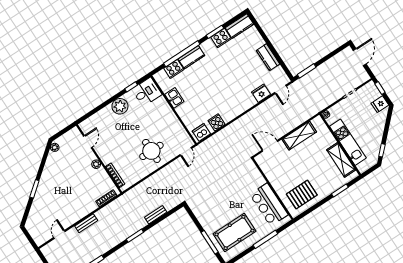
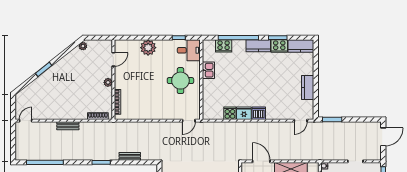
kitchen counter: (191, 57) -> (258, 46), moved
fridge: (261, 93) -> (244, 113), moved
plant: (120, 106) -> (148, 48), moved
dishwasher: (201, 132) -> (259, 113), moved
round table: (151, 151) -> (180, 81), moved
door: (59, 235) -> (26, 121), moved

